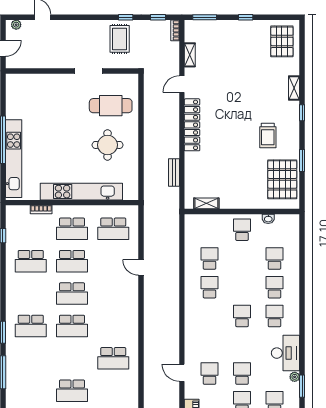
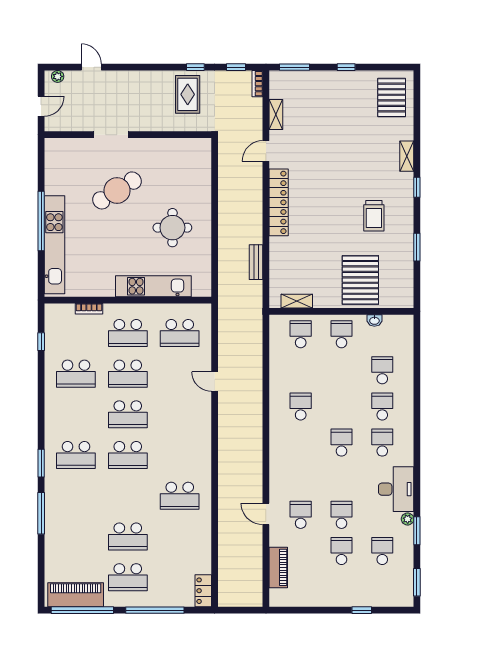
doorway: (88, 71) -> (111, 135), moved
cafe table: (111, 106) -> (117, 190), moved, turned -32
pallet: (282, 179) -> (360, 280), moved
kitchen unit: (81, 192) -> (153, 286), width x0.73
school desk: (210, 258) -> (301, 334), moved

